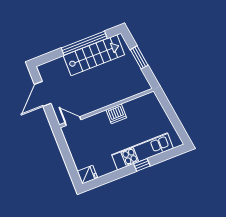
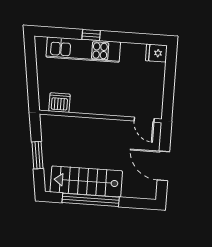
door: (43, 94) -> (163, 166), swing flipped
dishwasher: (116, 114) -> (59, 103), moved

